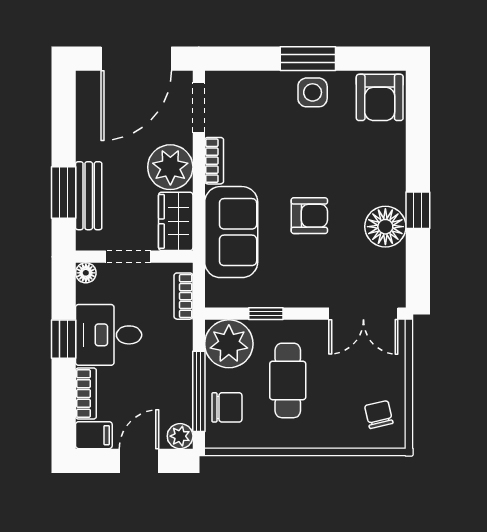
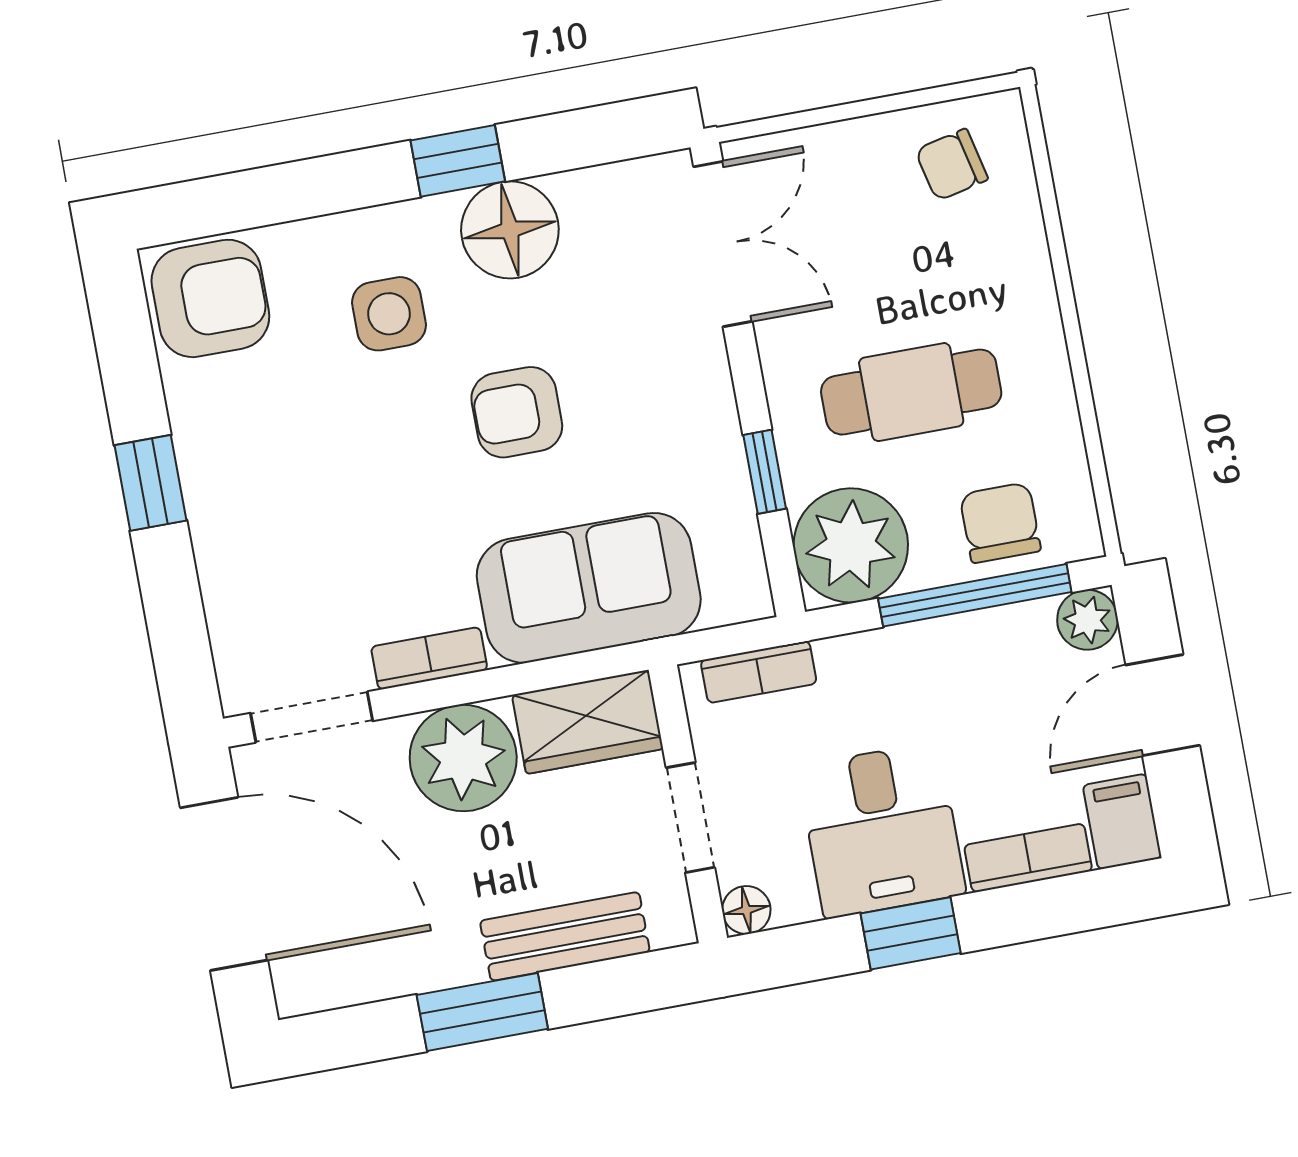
window: (308, 59) -> (150, 483), width x0.67
side table: (313, 92) -> (389, 314), moved
window: (64, 193) -> (482, 1012), moved
armchair: (309, 216) -> (517, 412), turned -90
door: (139, 461) -> (1163, 705), hinge flipped

